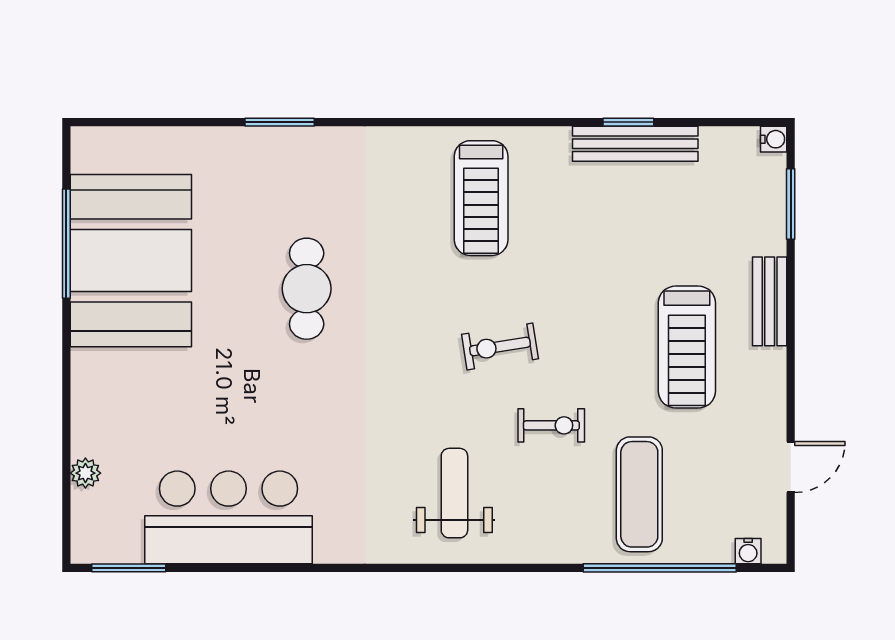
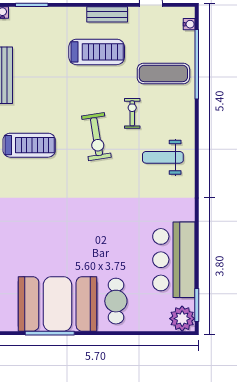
cafe table: (307, 289) -> (116, 301), moved, turned 90
bench: (770, 301) -> (107, 14), moved
exercise bike: (500, 347) -> (96, 137), width x1.38, depth x1.39
plant: (85, 473) -> (182, 319), moved, width x1.88, depth x1.88

